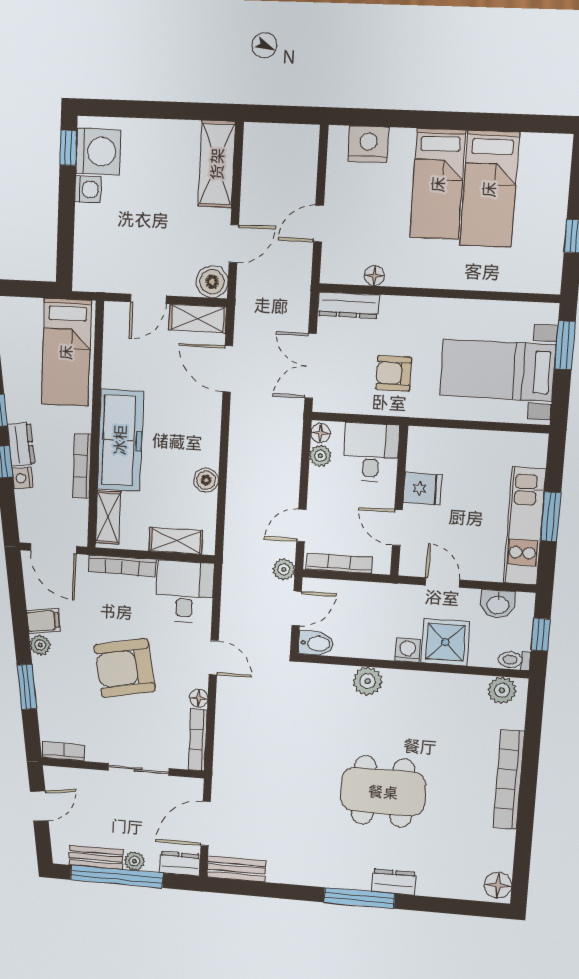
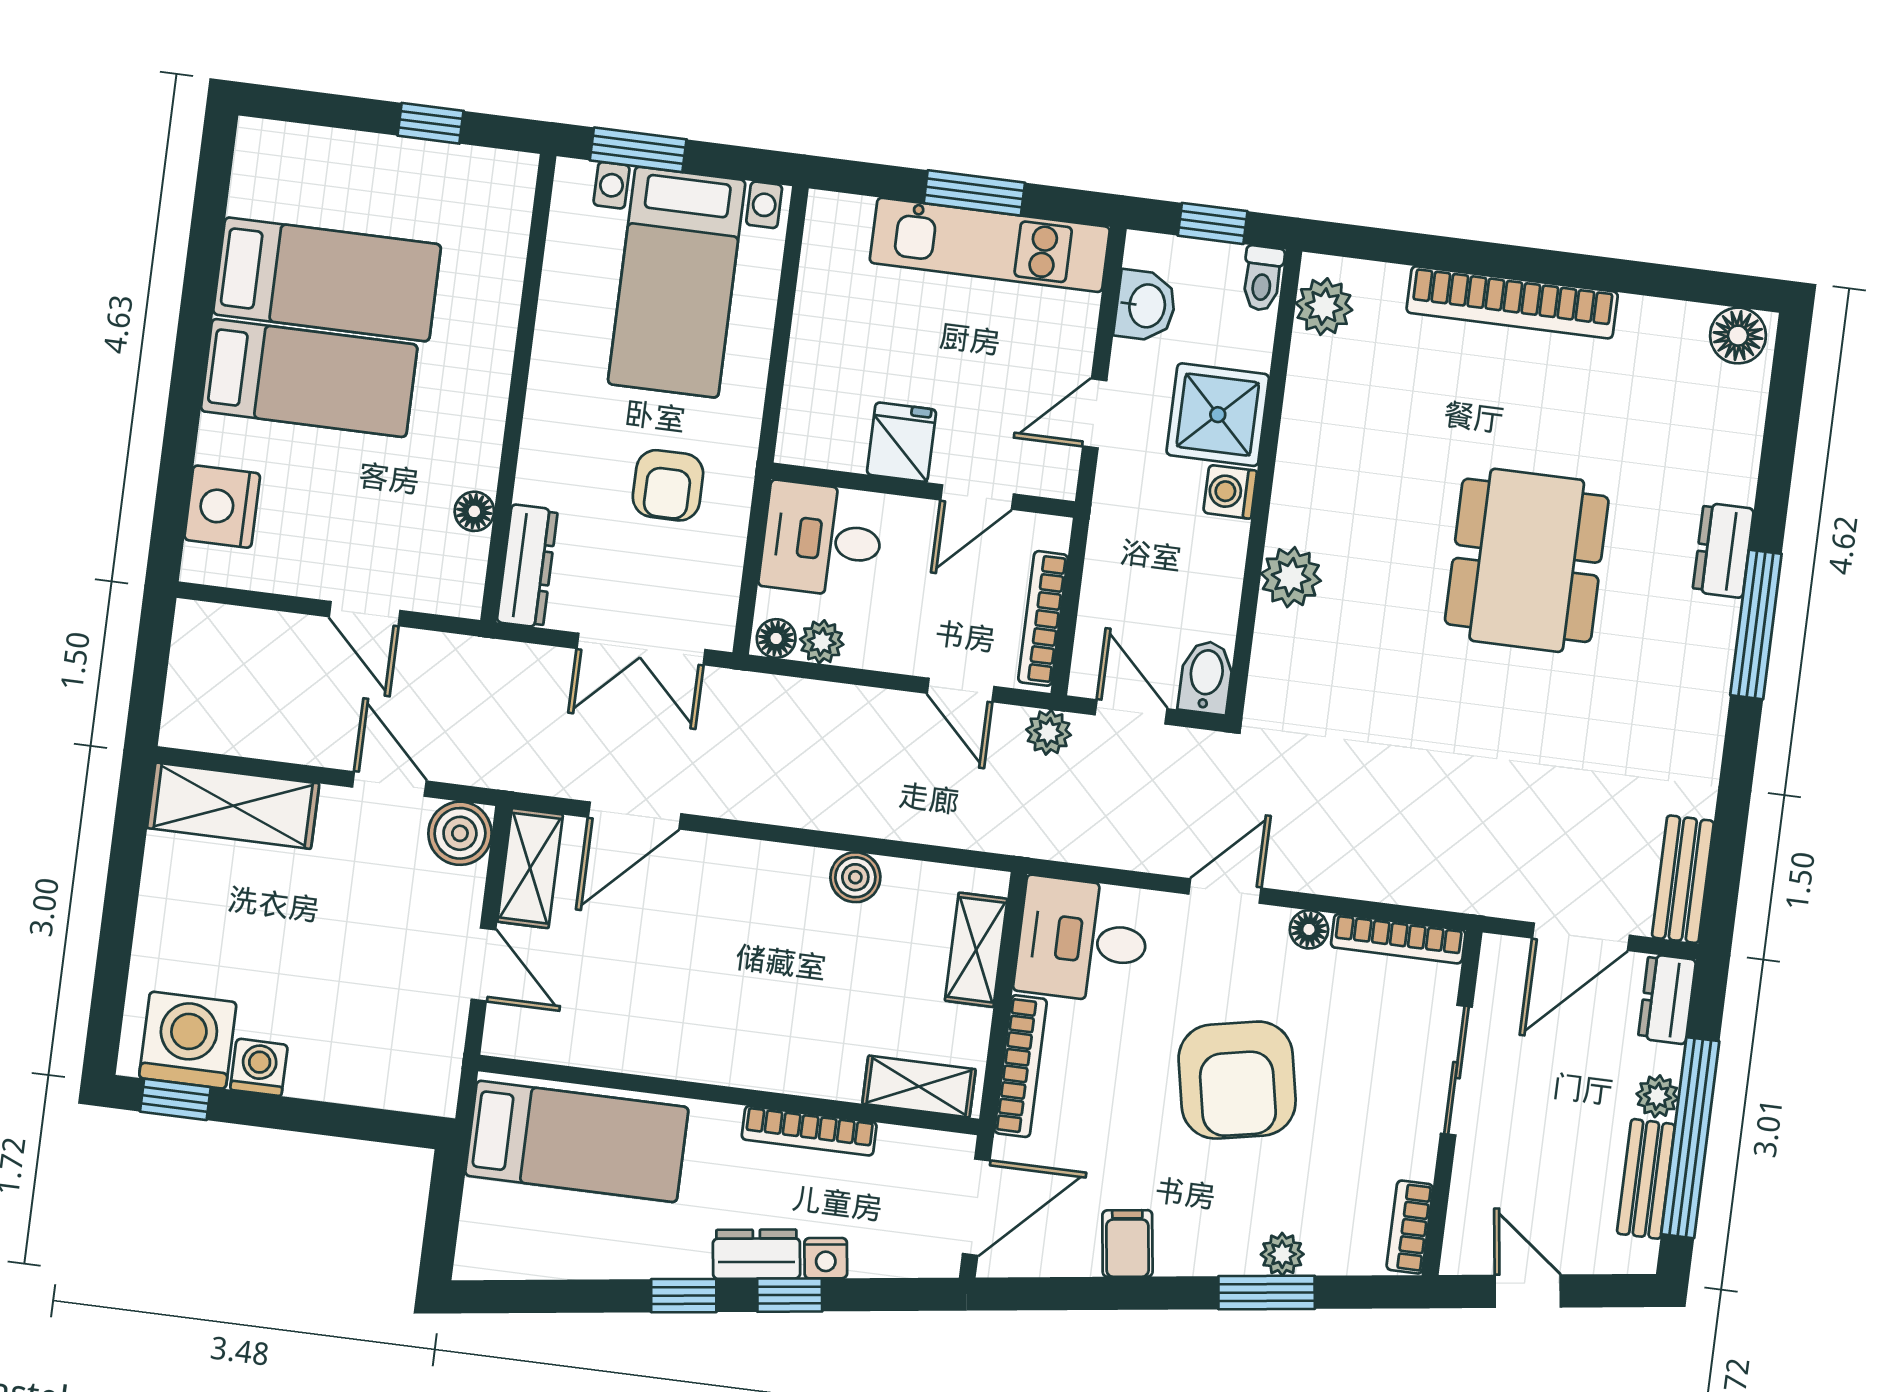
freezer: (120, 440) -> (762, 1047), removed
plant: (40, 645) -> (1282, 1254), moved
door: (206, 824) -> (1581, 937), hinge flipped

